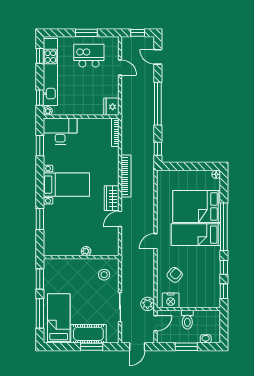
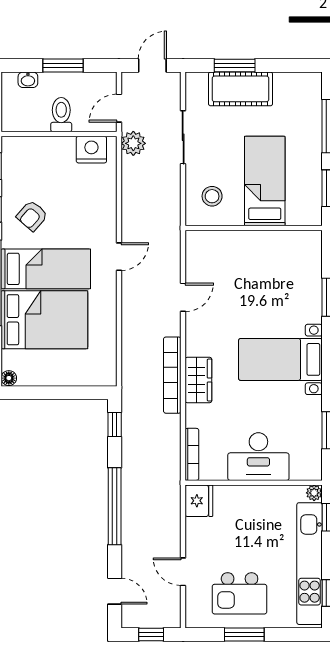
desk: (60, 131) -> (258, 457), moved
wardrobe: (112, 198) -> (198, 380), moved
plant: (86, 251) -> (245, 239), removed
armchair: (175, 275) -> (32, 216), moved
bed: (59, 318) -> (265, 181), moved, turned 180

